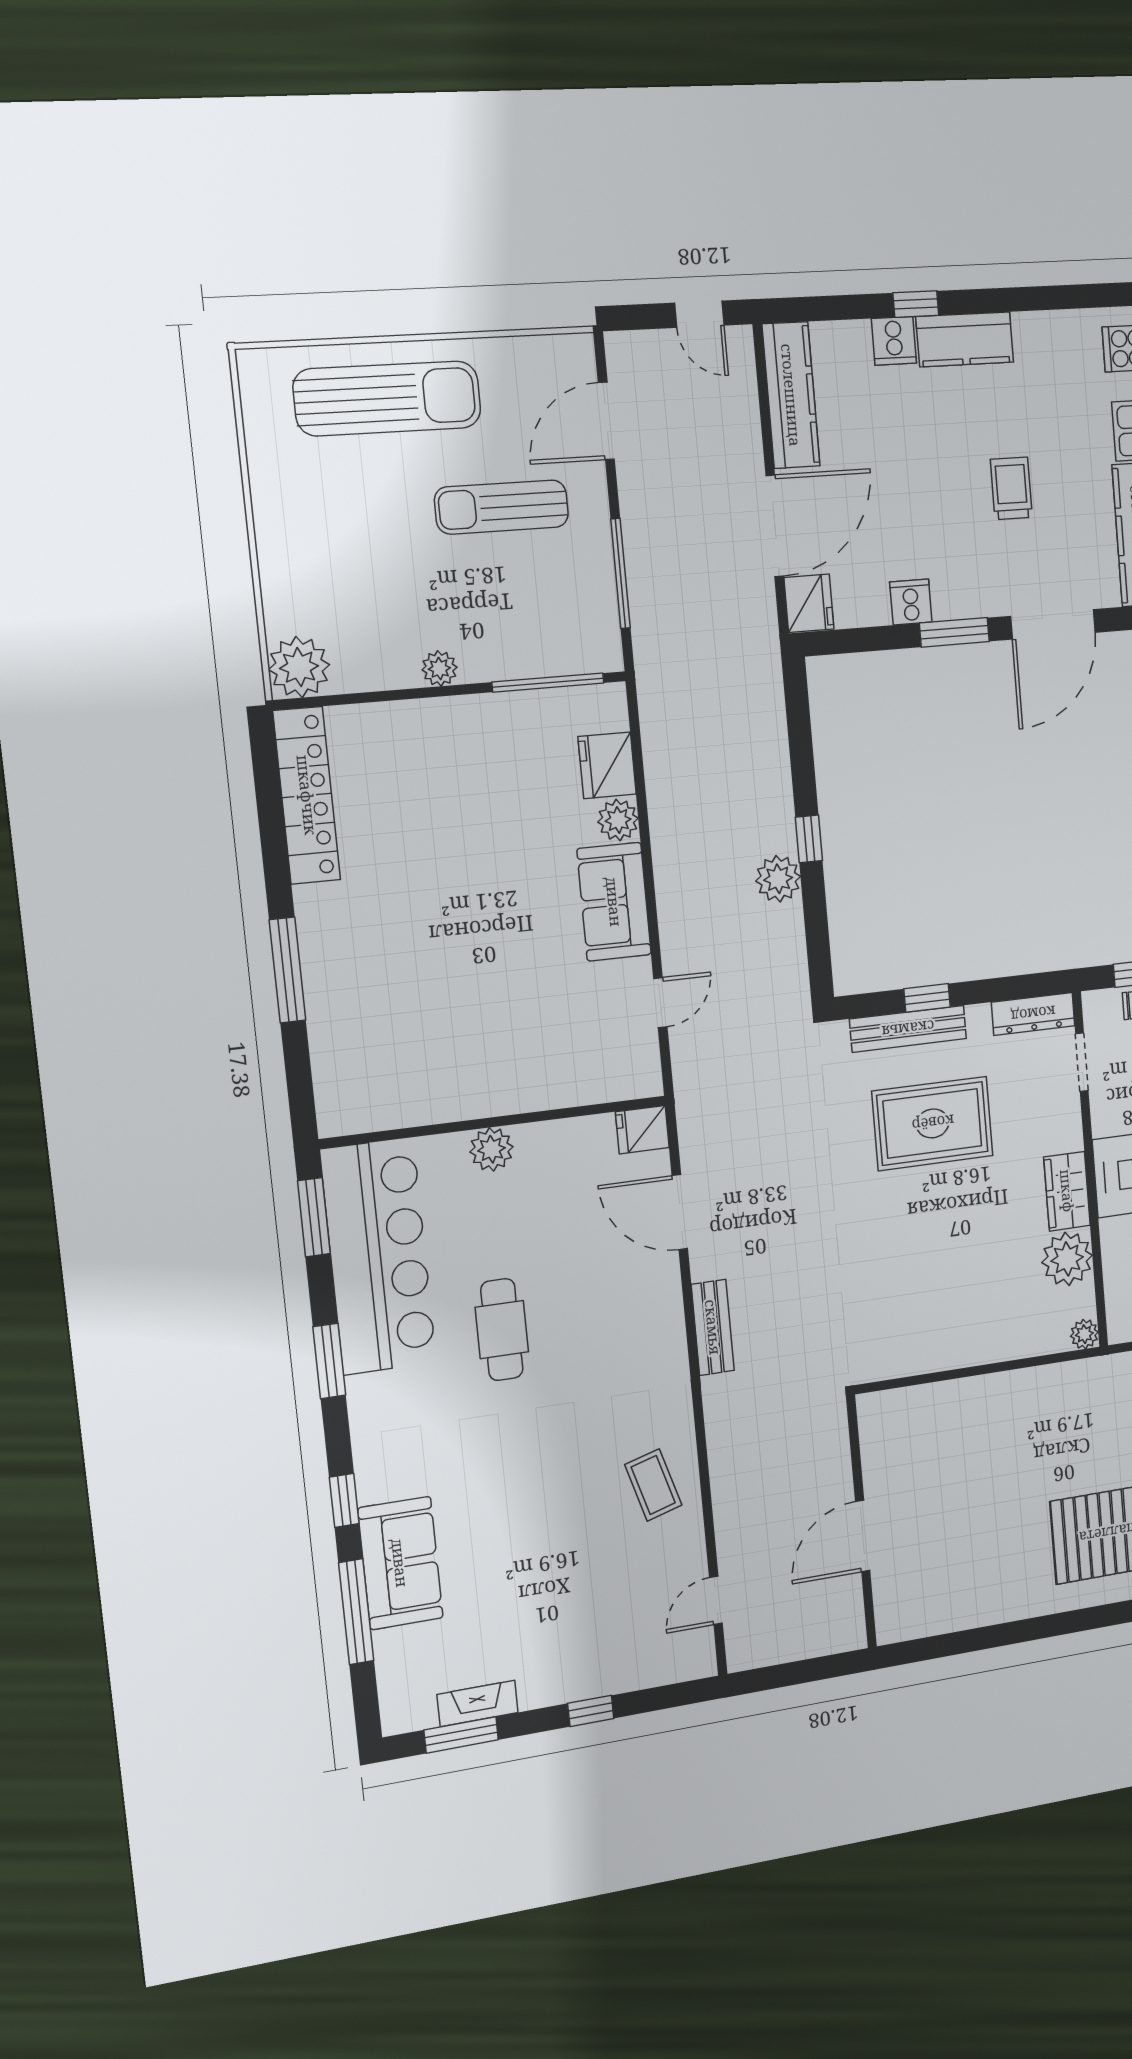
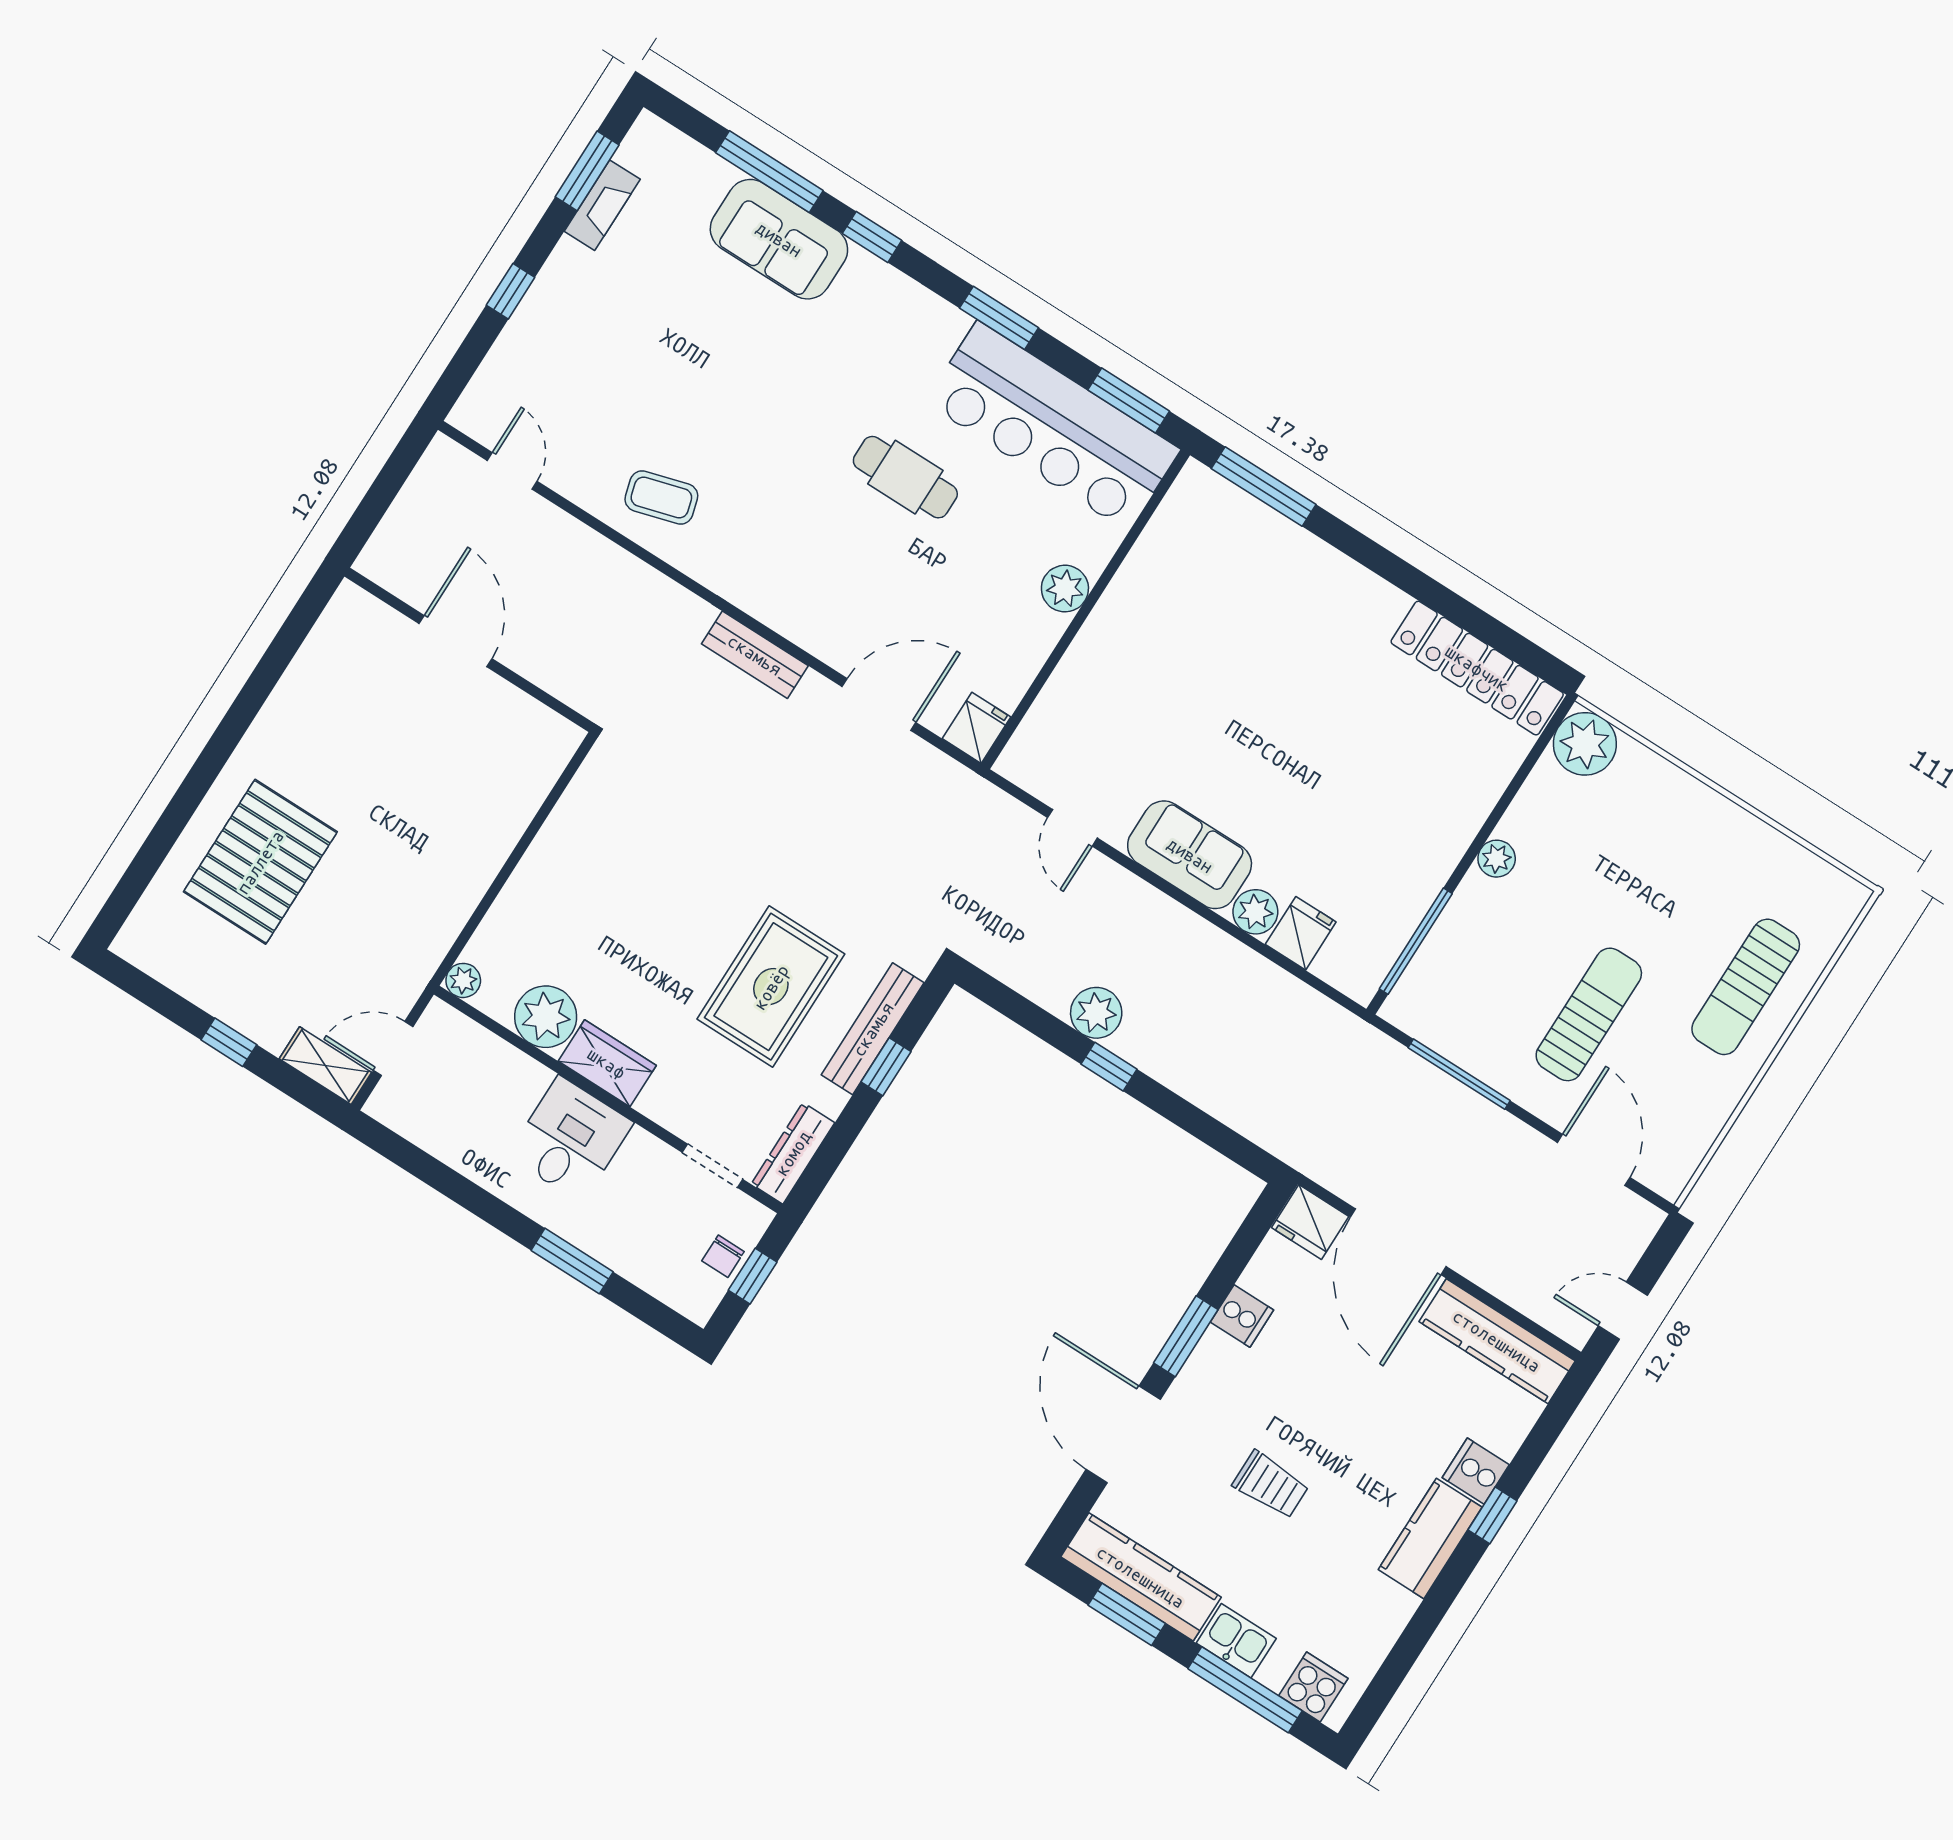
sun lounger: (387, 398) -> (1746, 987), width x0.73, depth x0.75
fridge: (607, 765) -> (1301, 933), width x0.72
window: (288, 970) -> (1264, 487), moved

